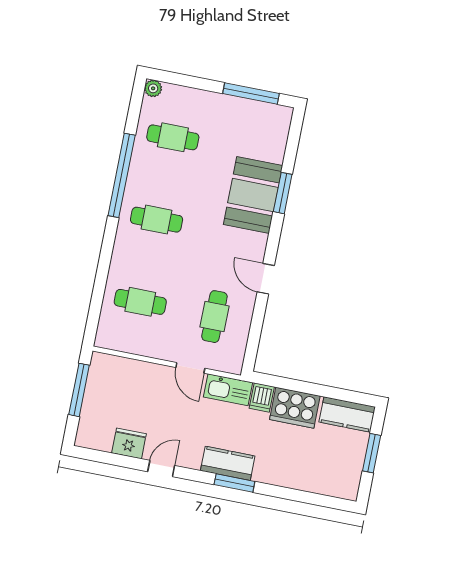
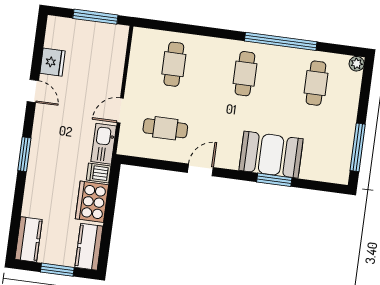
kitchen counter: (228, 463) -> (29, 239), moved

